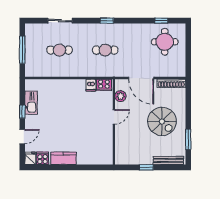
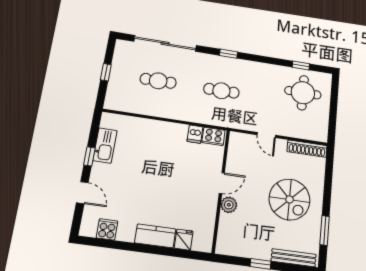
sliding door: (60, 21) -> (165, 43), width x1.86
window: (22, 50) -> (106, 72), width x0.46
door: (141, 78) -> (266, 135), width x0.53
plant: (120, 96) -> (229, 205), moved
door: (22, 137) -> (82, 193), hinge flipped
fridge: (30, 158) -> (184, 240), moved
kitchen counter: (63, 158) -> (155, 236), moved

